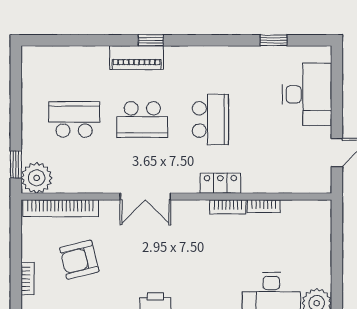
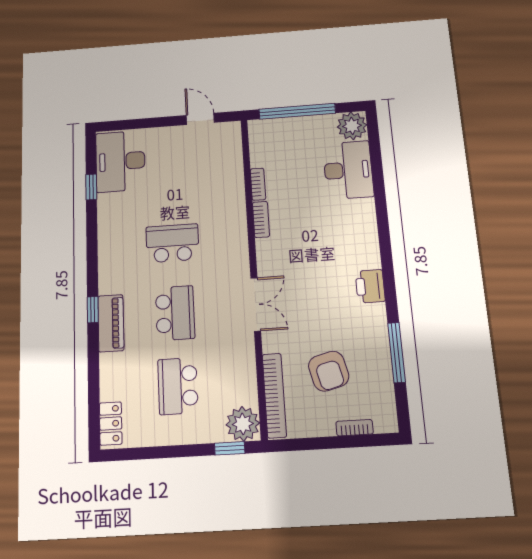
desk: (307, 94) -> (120, 161), moved, turned -90
locker: (220, 183) -> (111, 423), moved, turned 180
window: (337, 250) -> (297, 111), added

